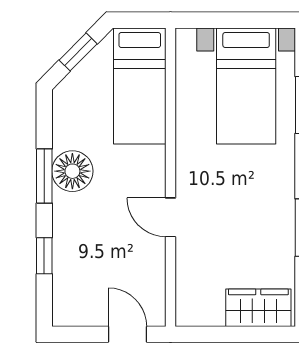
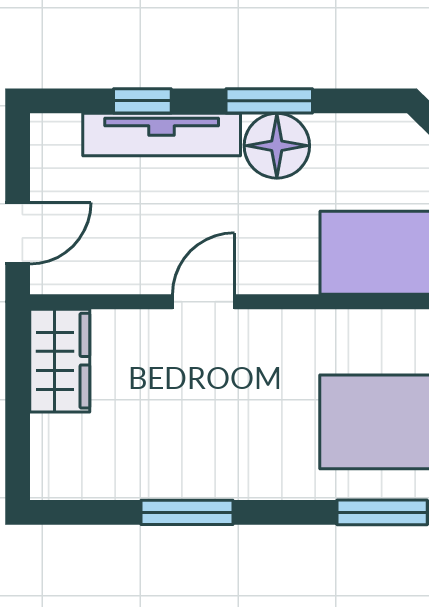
tv unit: (65, 244) -> (162, 134), added
wardrobe: (258, 308) -> (60, 361), moved

